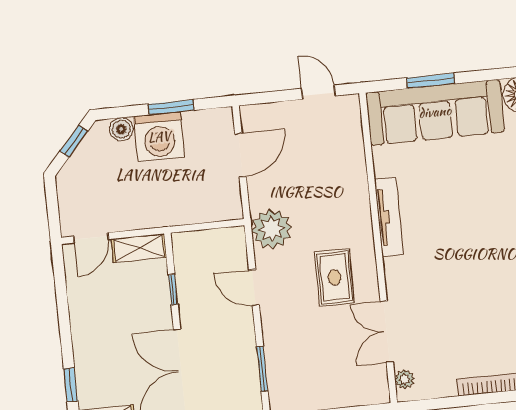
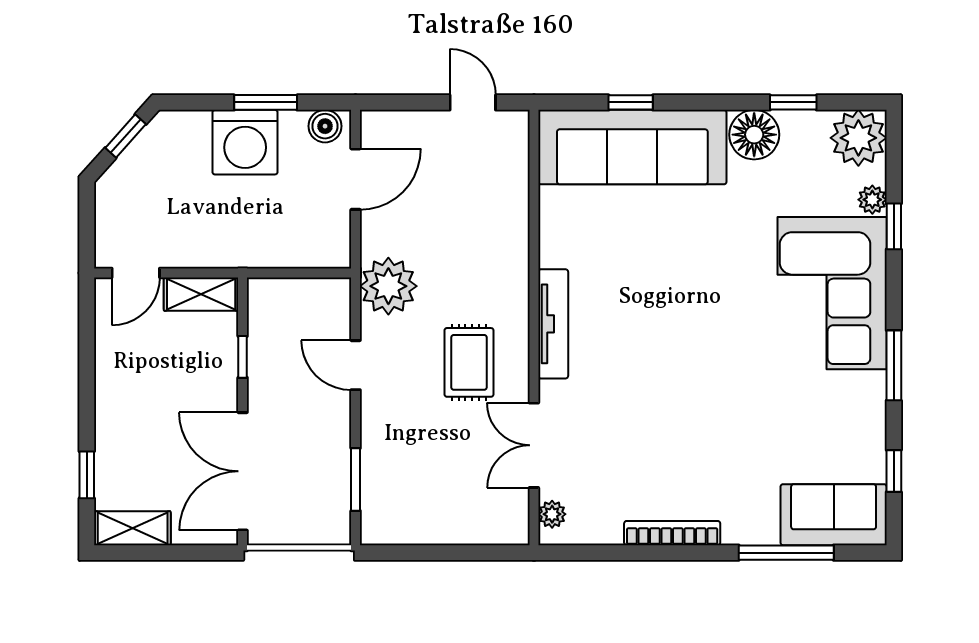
window: (431, 81) -> (631, 102), width x0.67
boiler: (121, 129) -> (325, 126), moved
tv unit: (389, 217) -> (553, 324), moved

